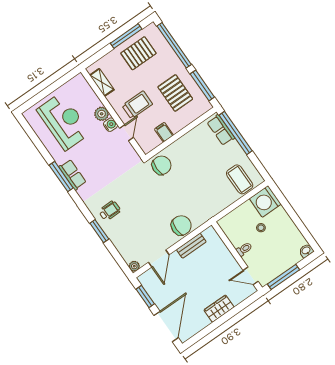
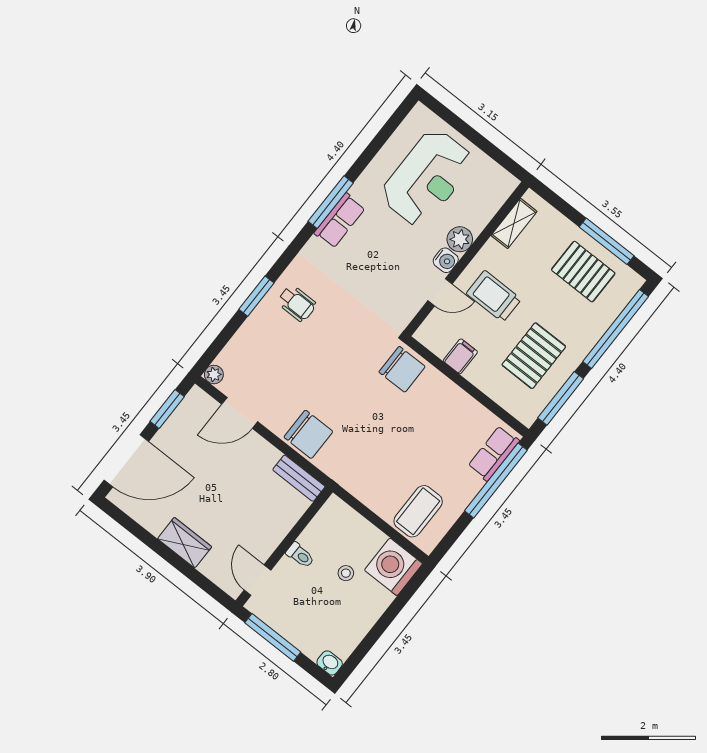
trolley: (137, 105) -> (494, 296), turned 180
bench: (191, 246) -> (299, 478), moved

